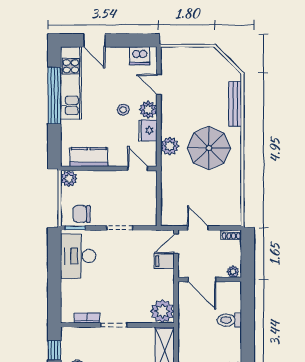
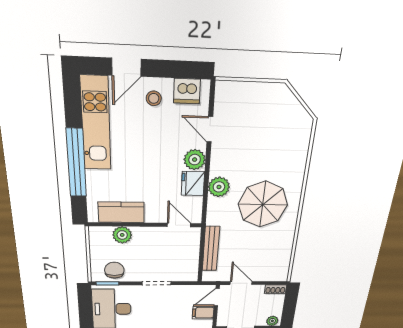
door: (95, 40) -> (126, 67), hinge flipped
window: (54, 96) -> (76, 163), moved
bench: (235, 104) -> (211, 249), moved
stool: (123, 110) -> (154, 98), moved
plant: (170, 146) -> (219, 187), moved
plant: (69, 178) -> (122, 235), moved
chair: (82, 214) -> (114, 270), turned 90

